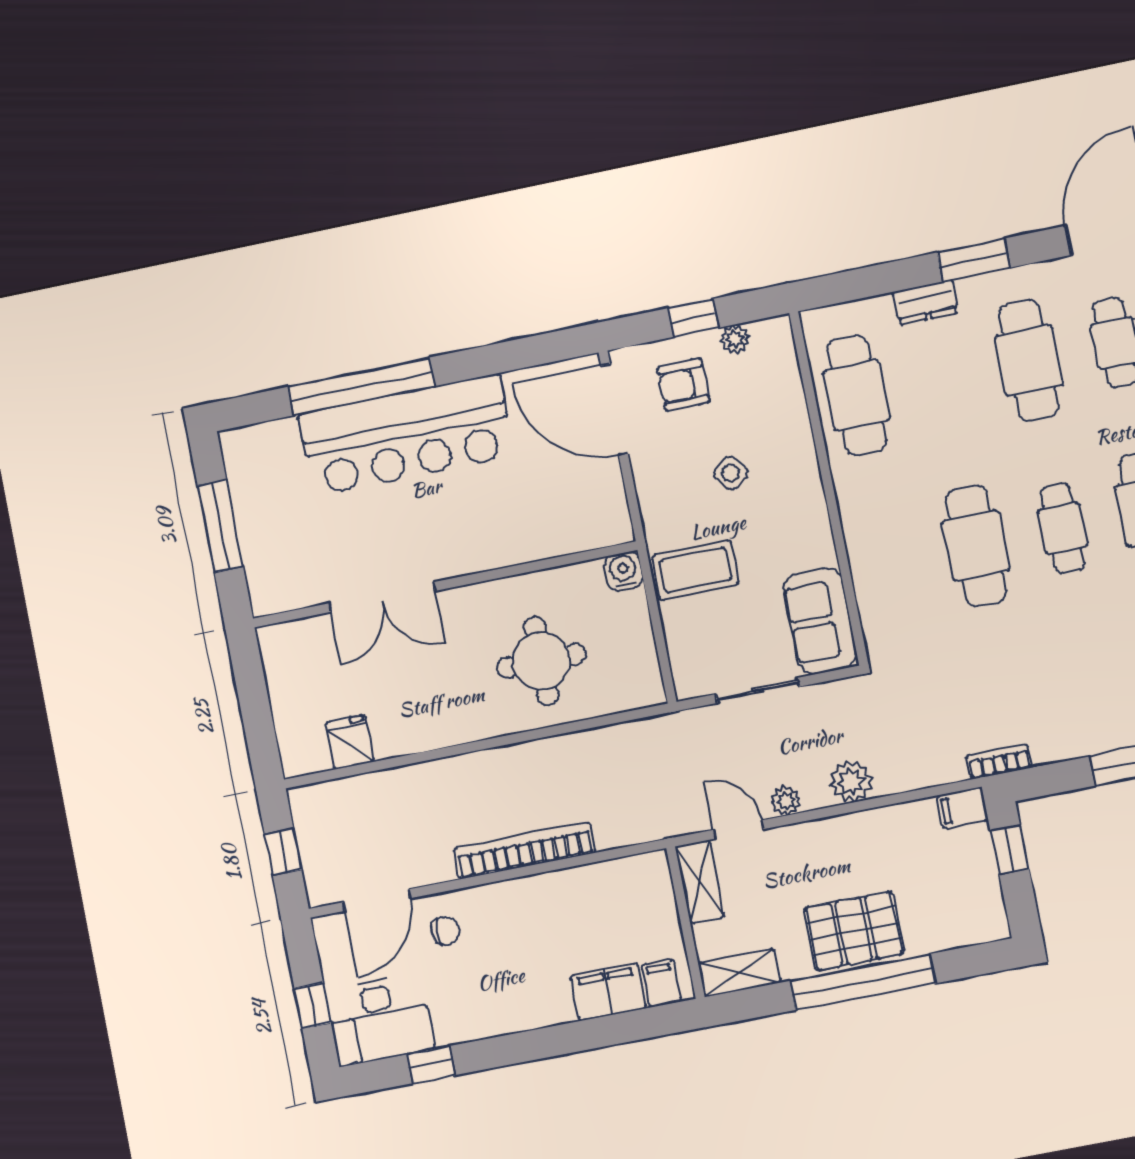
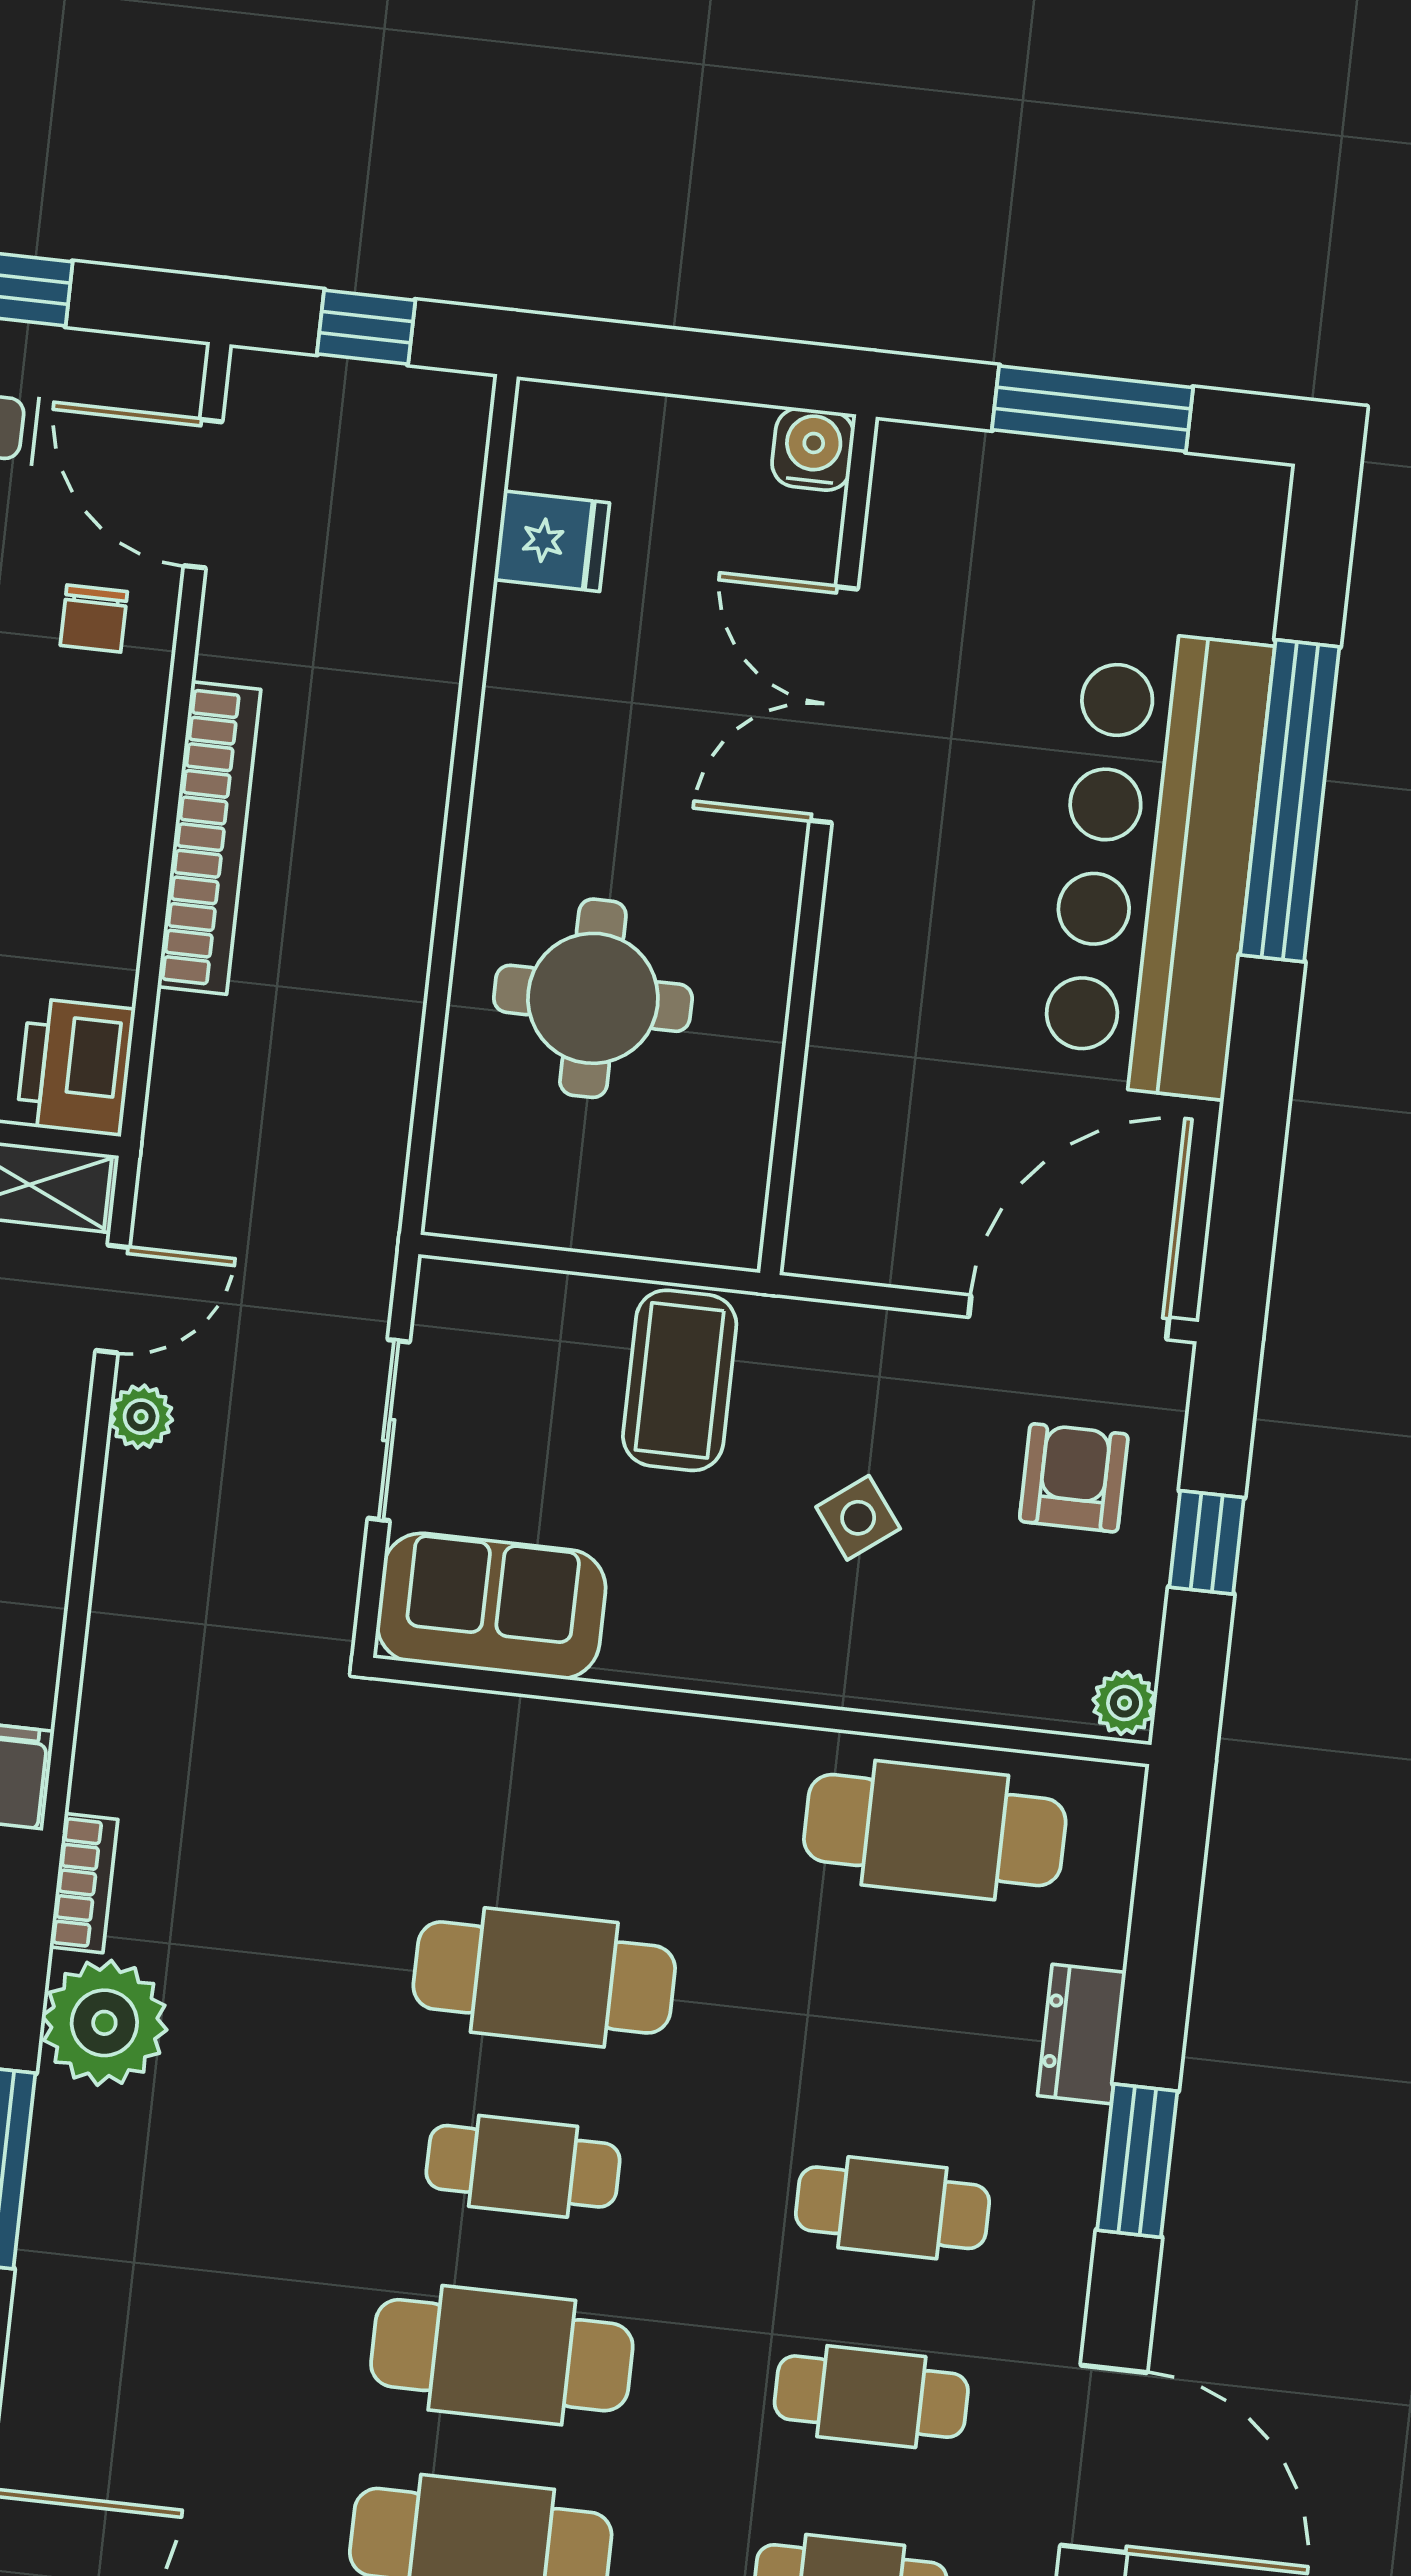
plant: (735, 339) -> (1124, 1703), moved
cafe table: (1029, 360) -> (892, 2208), width x0.73, depth x0.74
water cooler: (623, 571) -> (813, 449), moved, turned -90
plant: (851, 781) -> (104, 2023), moved, width x1.36, depth x1.36
printer: (642, 878) -> (76, 1067), added

